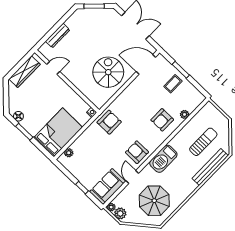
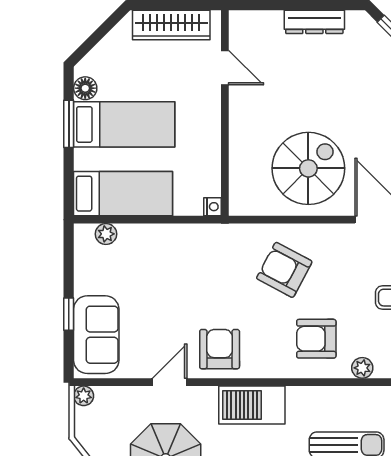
dresser: (58, 36) -> (314, 22), moved
bed: (41, 115) -> (124, 124), added
armchair: (109, 122) -> (284, 270), moved, turned -152
bed: (58, 132) -> (123, 194), width x0.67
sofa: (108, 187) -> (96, 335), moved, turned 90
plant: (120, 213) -> (88, 422), removed

